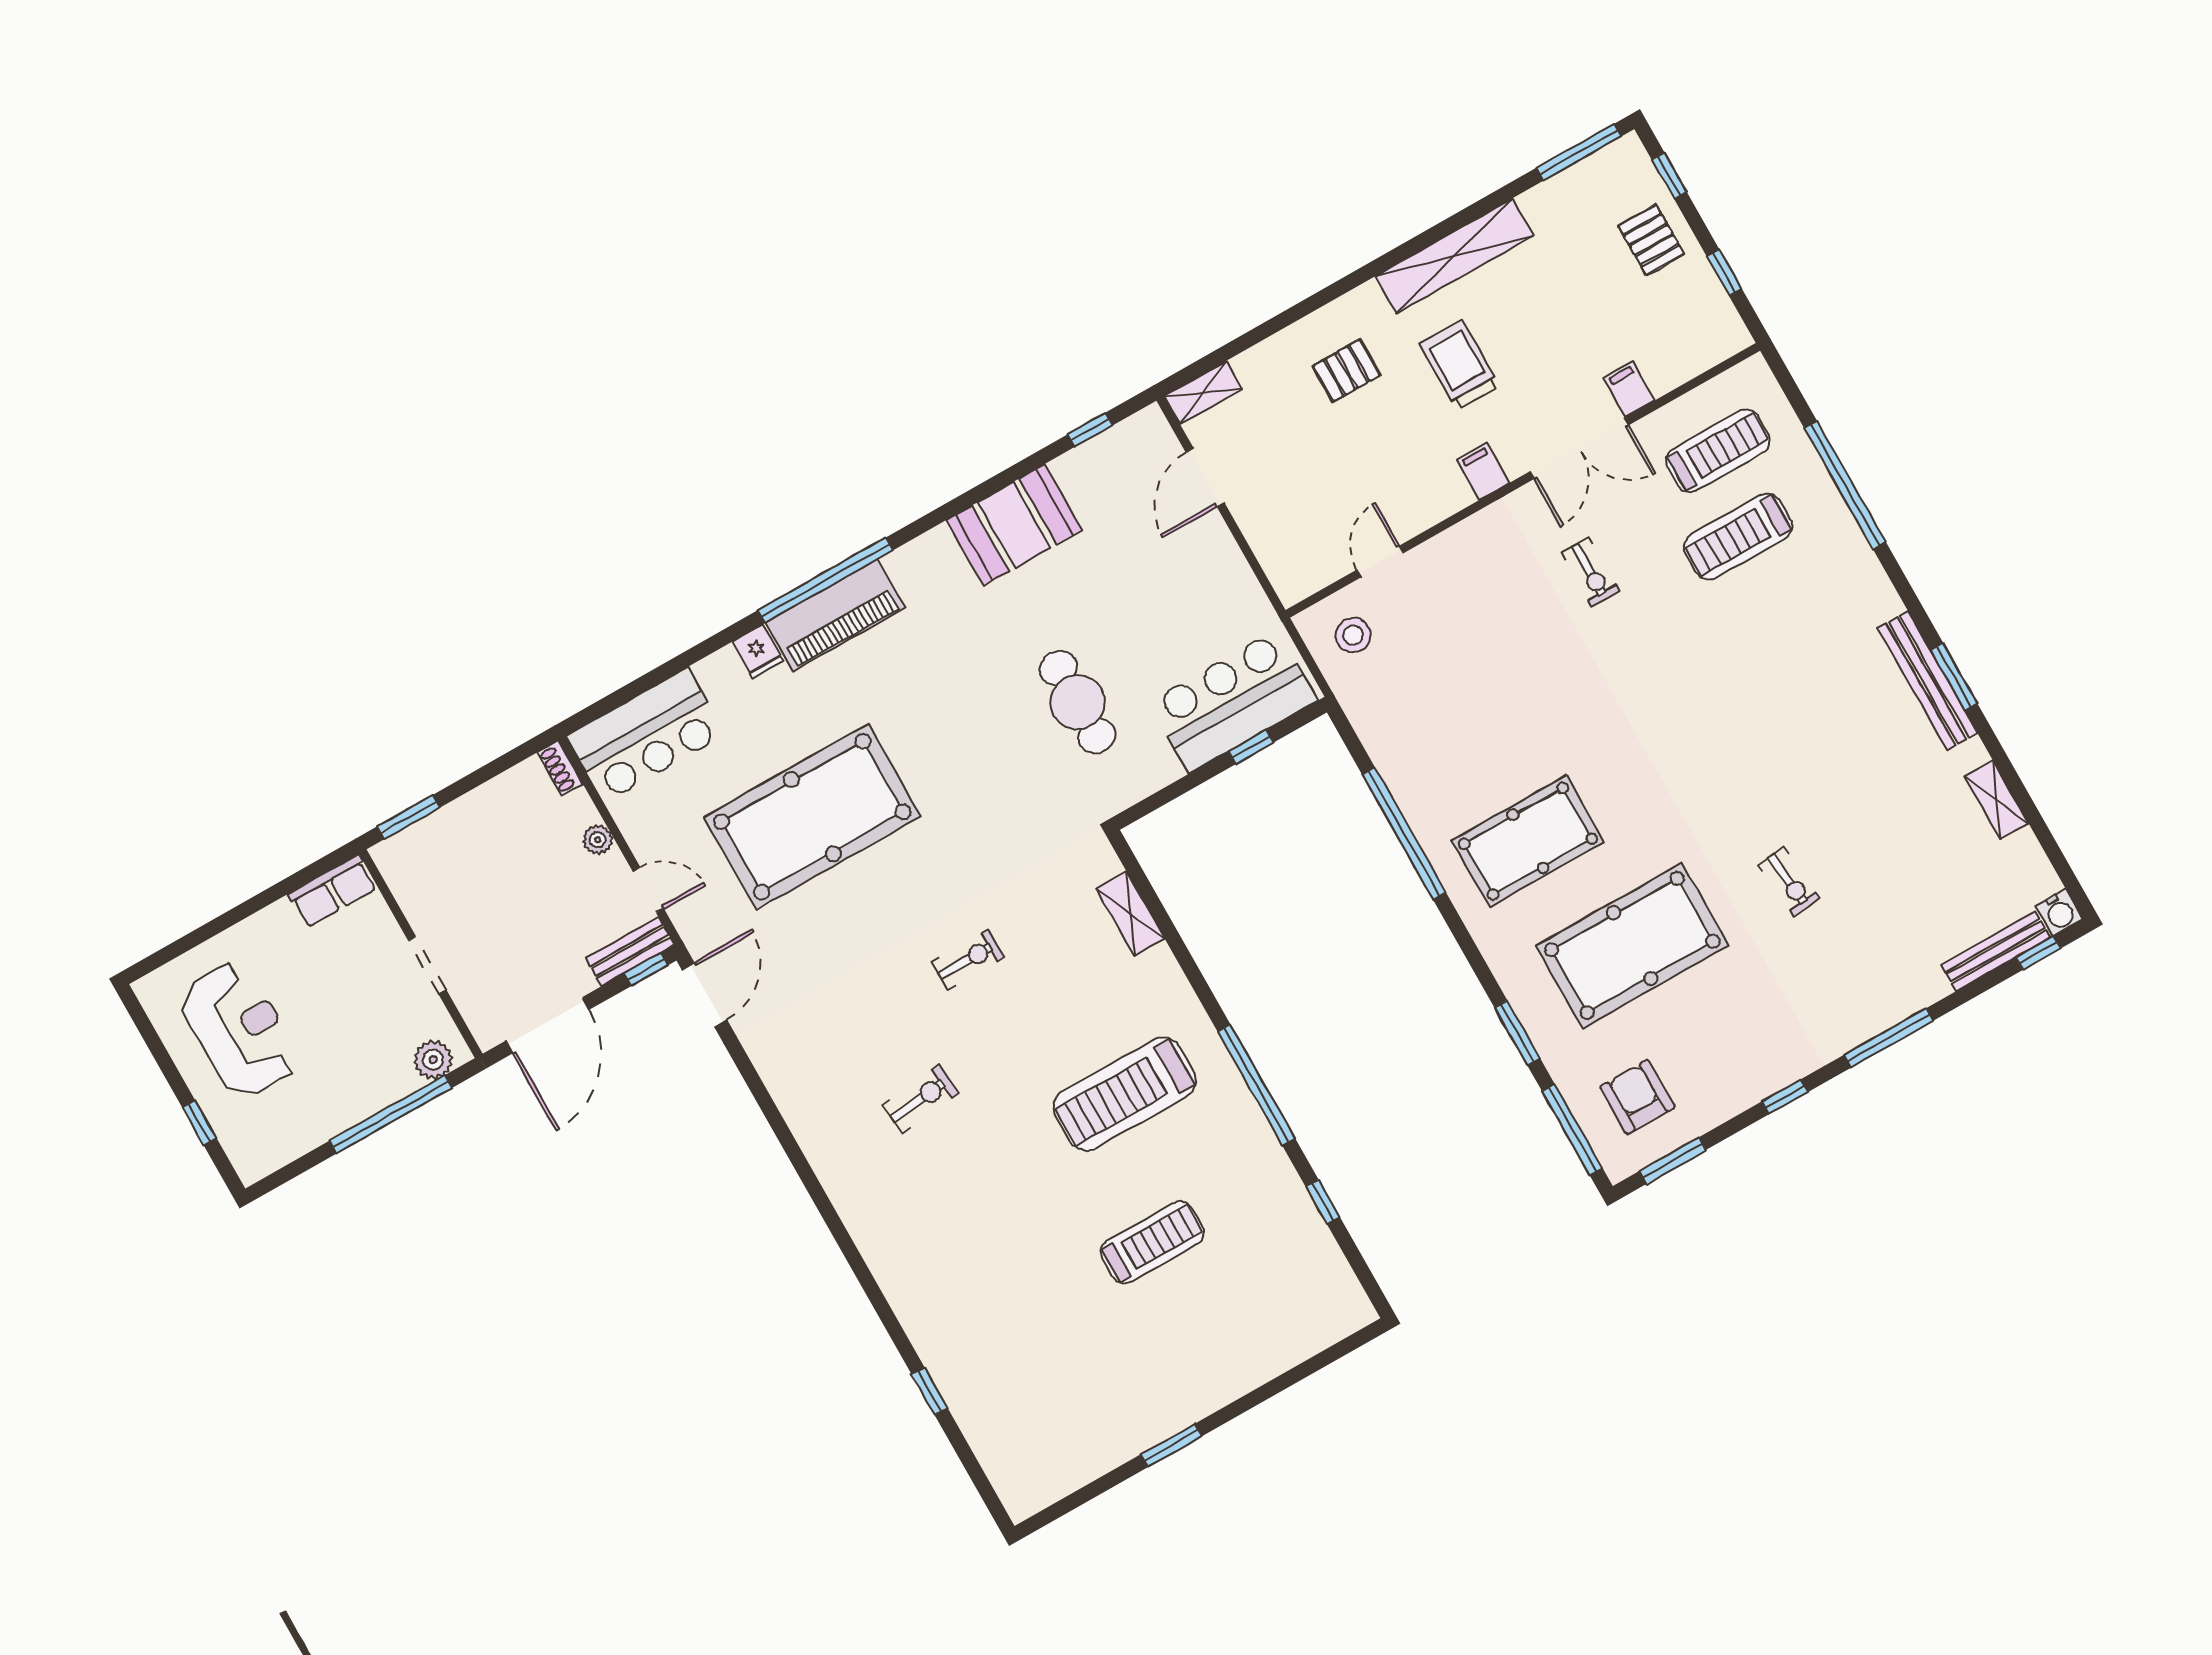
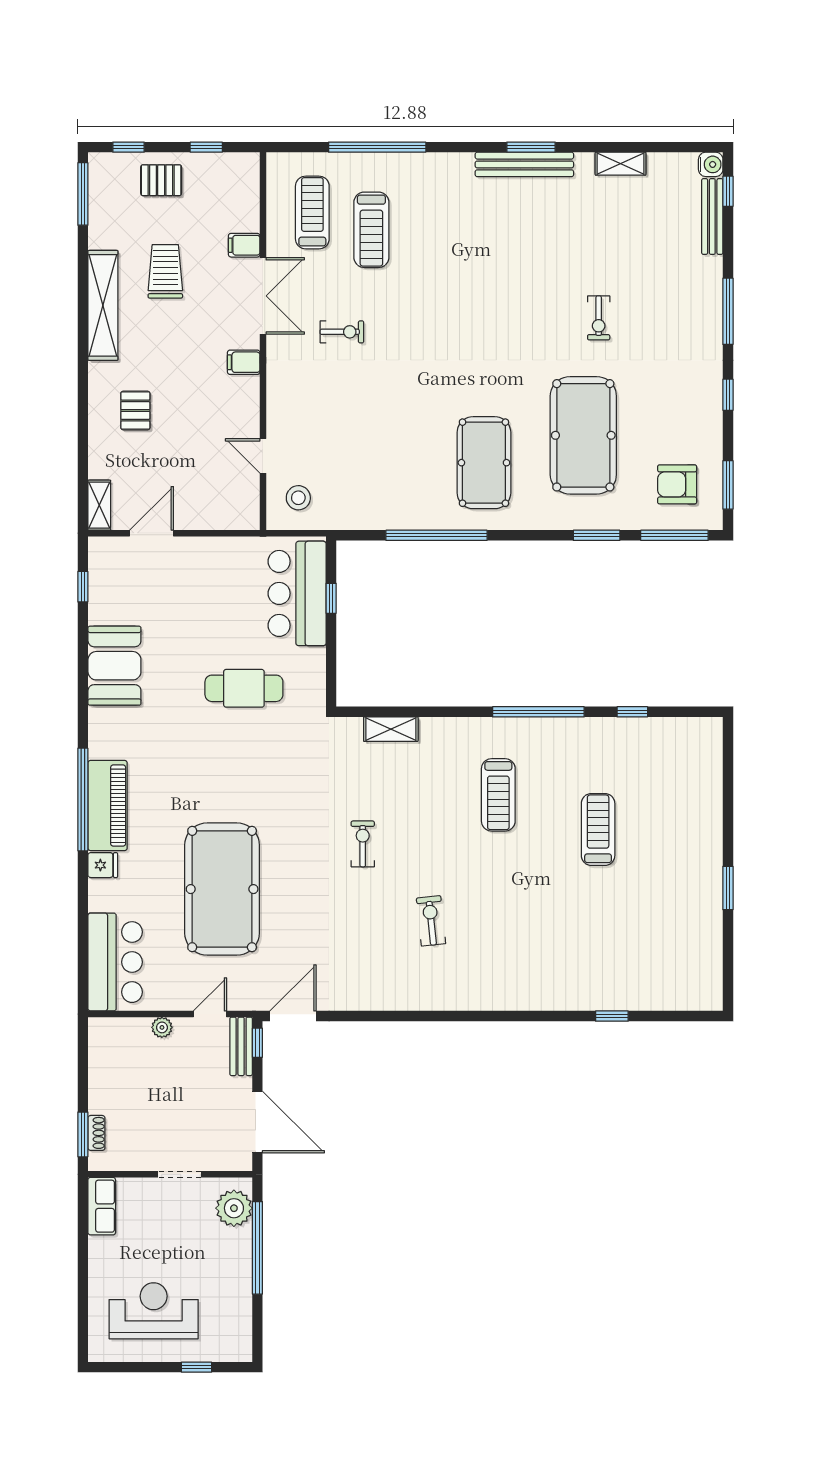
trolley: (1459, 365) -> (165, 271), moved, turned 90
door: (1205, 478) -> (152, 533), swing flipped
shoe rack: (560, 768) -> (96, 1133), moved, turned -90
exercise bike: (1789, 882) -> (599, 318), turned 96
door: (704, 995) -> (293, 1016), hinge flipped
plant: (433, 1060) -> (234, 1208), width x1.36, depth x1.36
treadmill: (1125, 1094) -> (498, 795), width x0.73, depth x0.73

